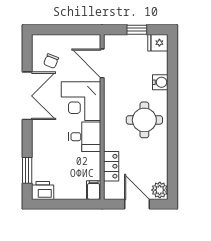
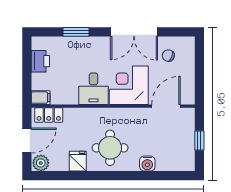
fridge: (158, 43) -> (78, 161), moved
locker: (111, 166) -> (49, 115), moved
window: (27, 170) -> (76, 32), moved
printer: (43, 190) -> (40, 61), moved

